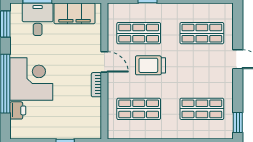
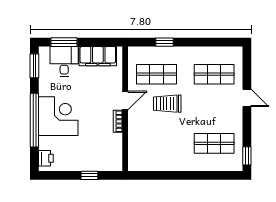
door: (104, 62) -> (125, 100), hinge flipped
shop shelf: (139, 109) -> (156, 143), removed
printer: (18, 110) -> (46, 158), moved

